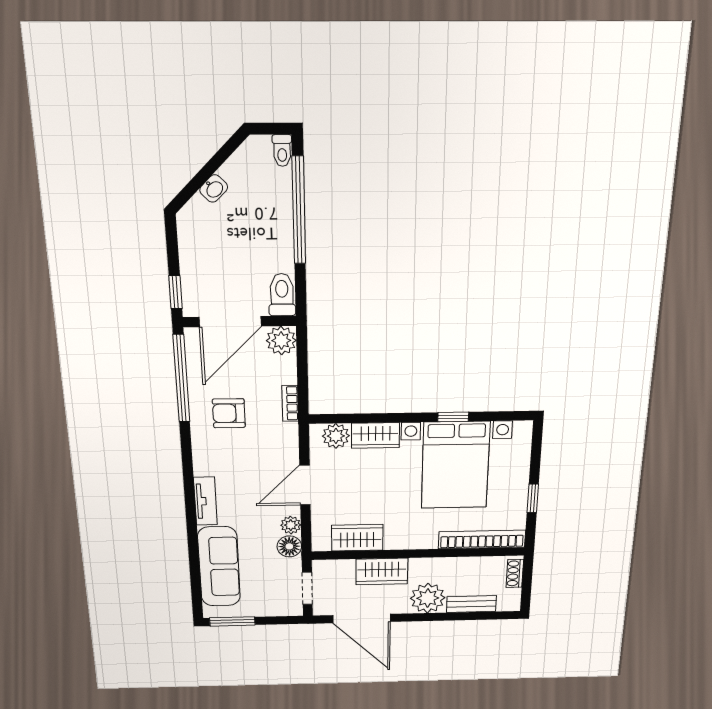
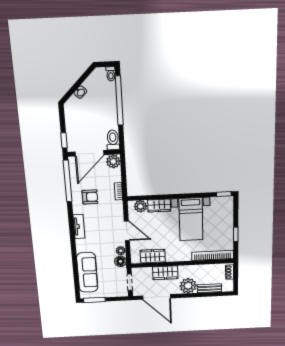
armchair: (229, 413) -> (90, 197), turned 180
window: (453, 417) -> (224, 194), moved
bed with nightstands: (455, 465) -> (191, 219), width x0.73
door: (305, 485) -> (127, 231), swing flipped
tv unit: (205, 501) -> (79, 226), moved

